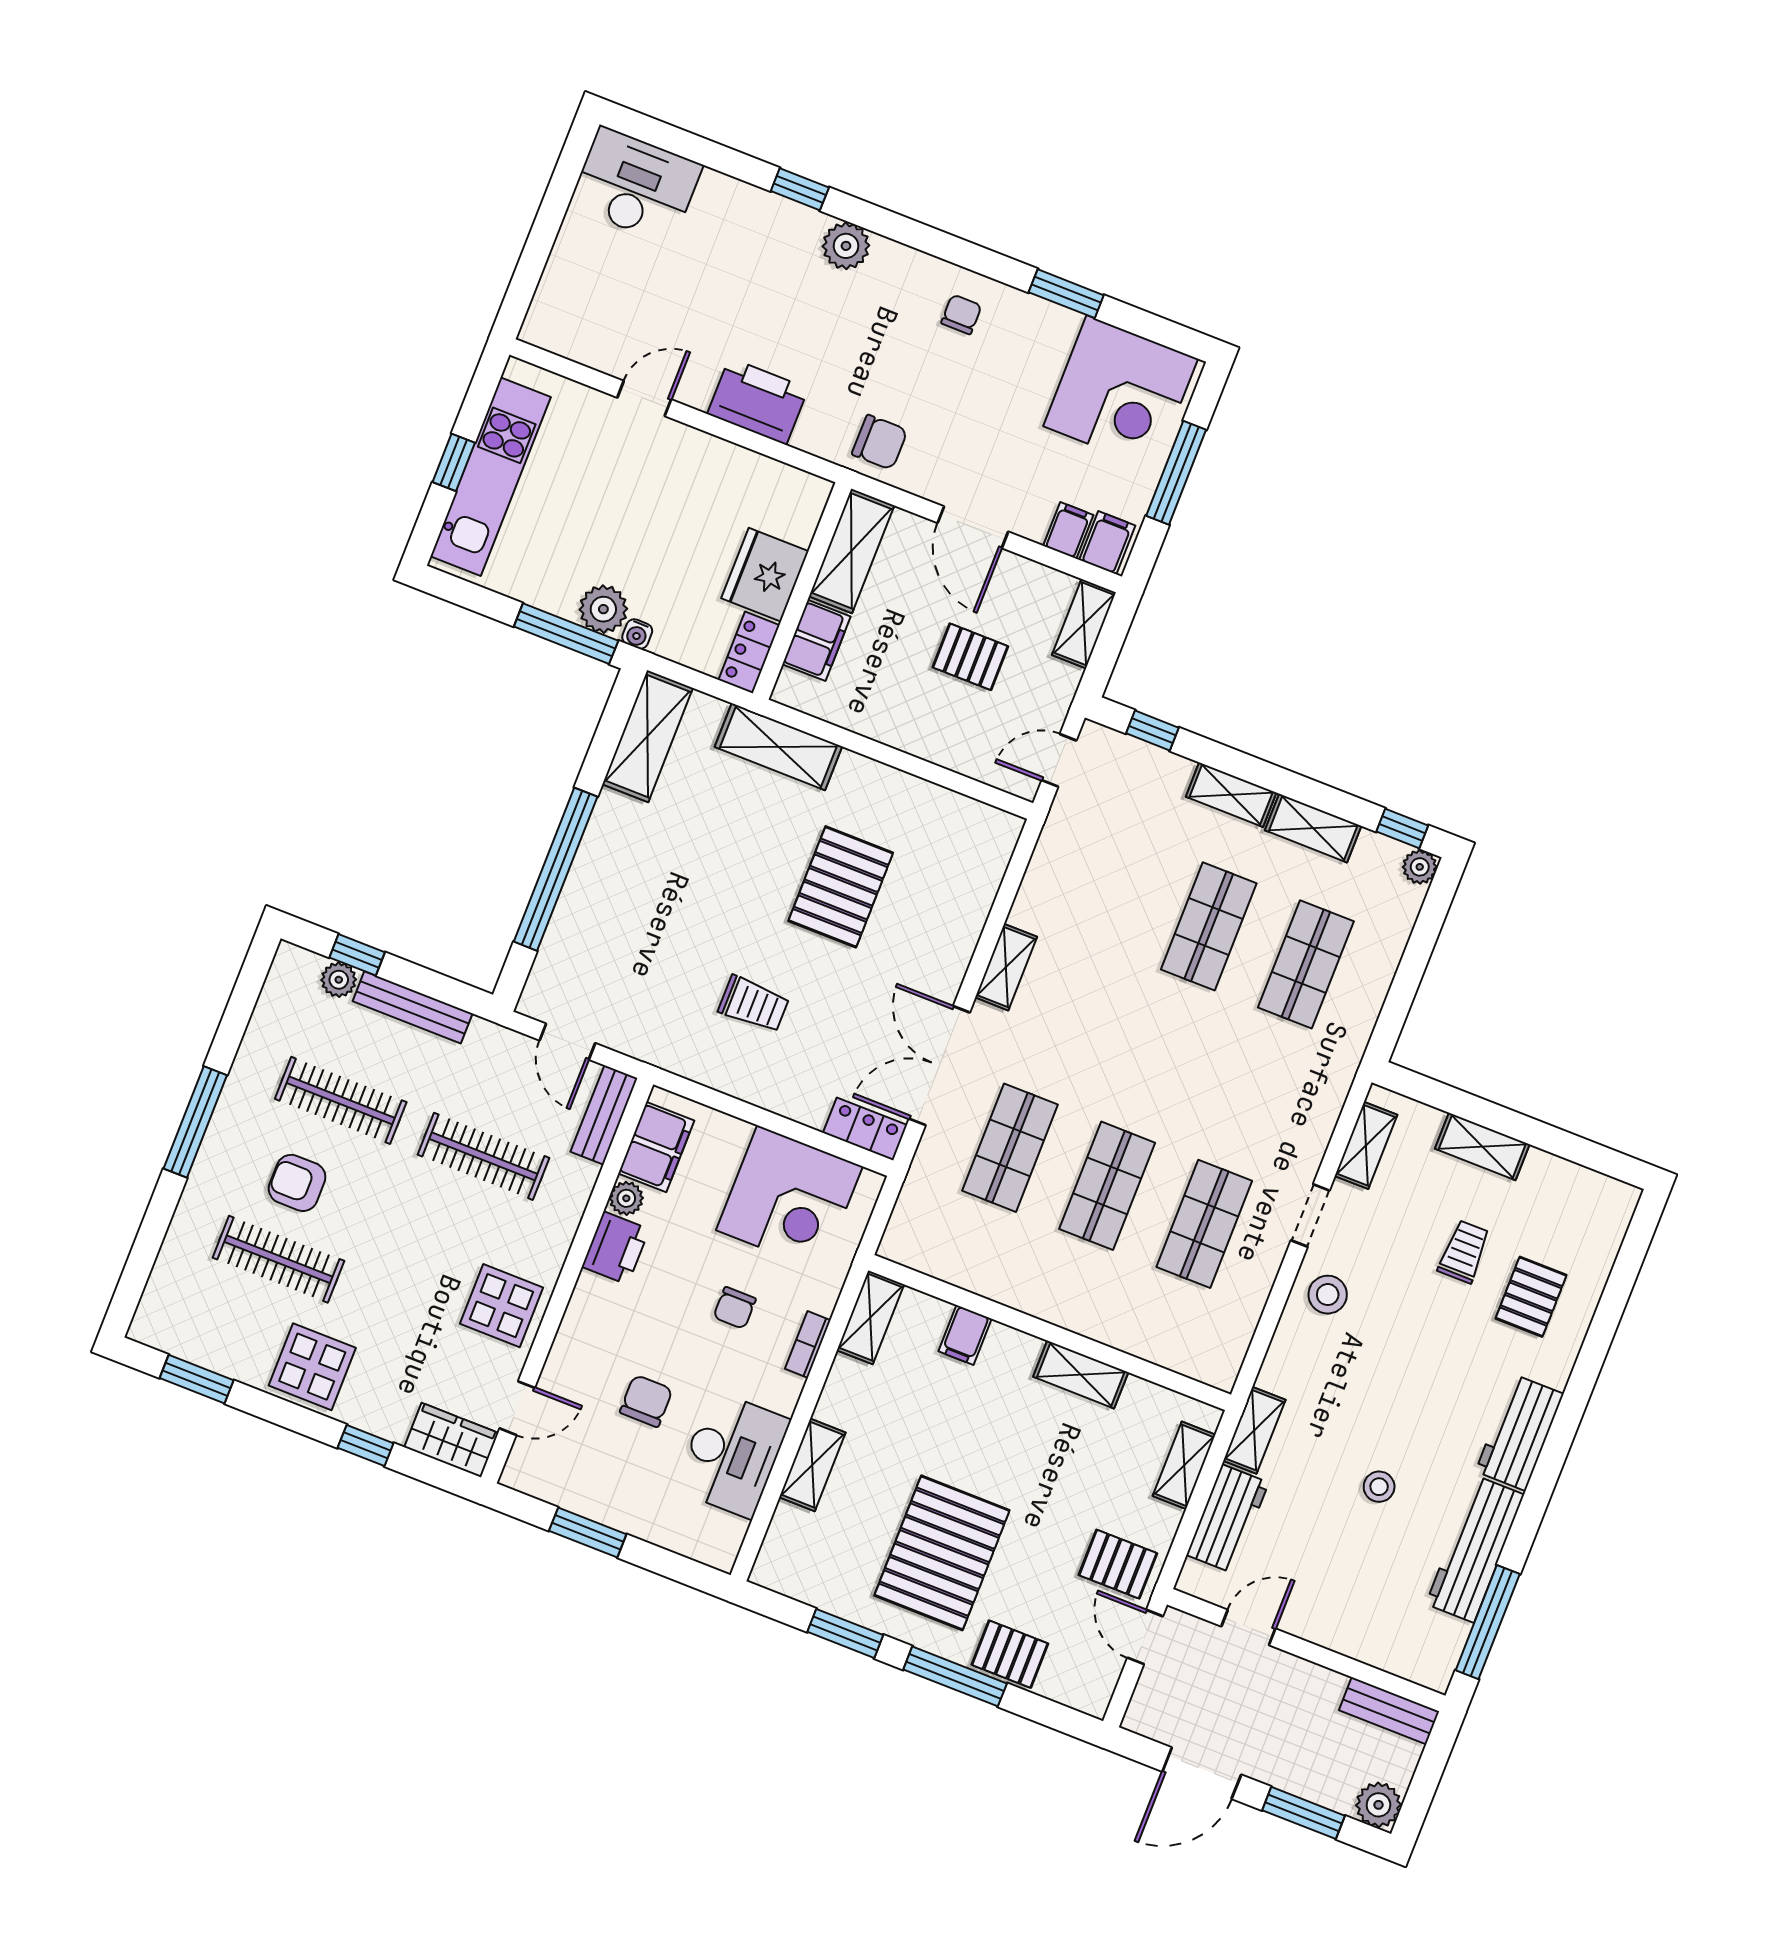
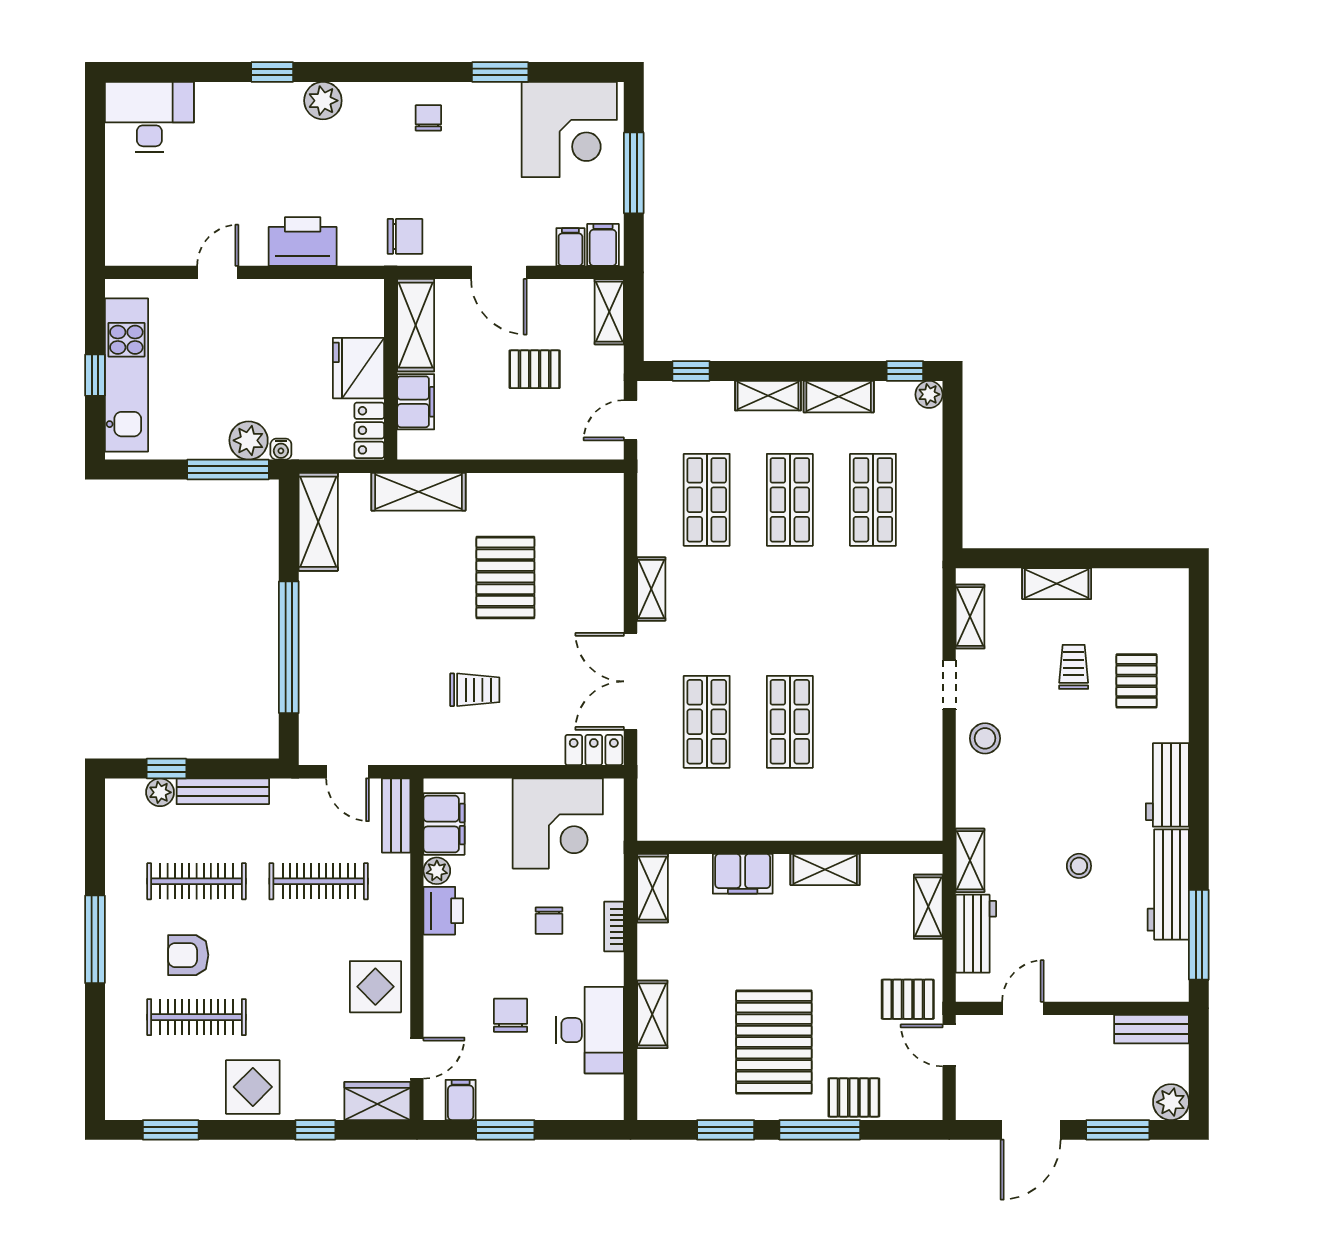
shop shelf: (1204, 1224) -> (707, 500), moved
filing cabinet: (965, 1335) -> (743, 874), width x2.00
filing cabinet: (549, 1477) -> (461, 1100), added

